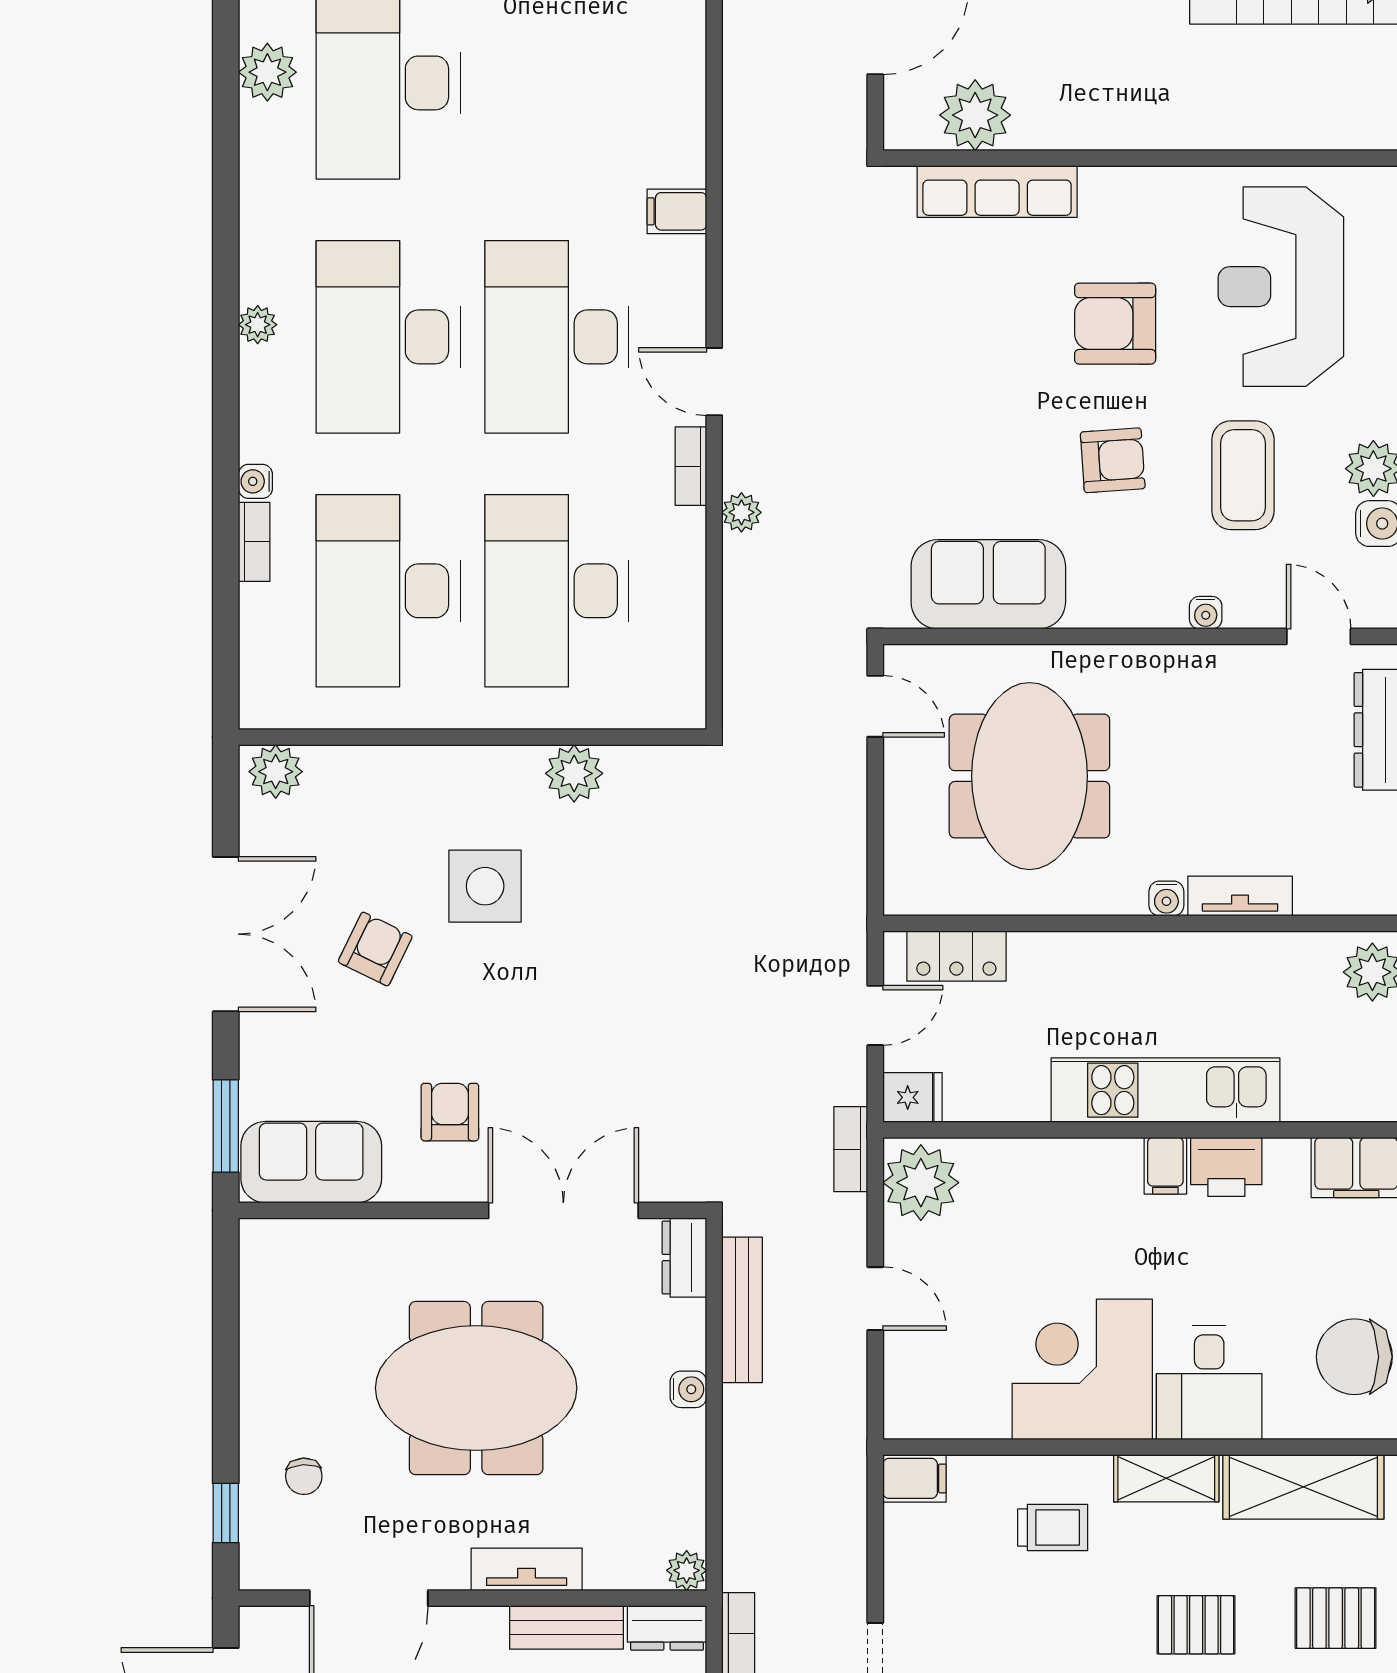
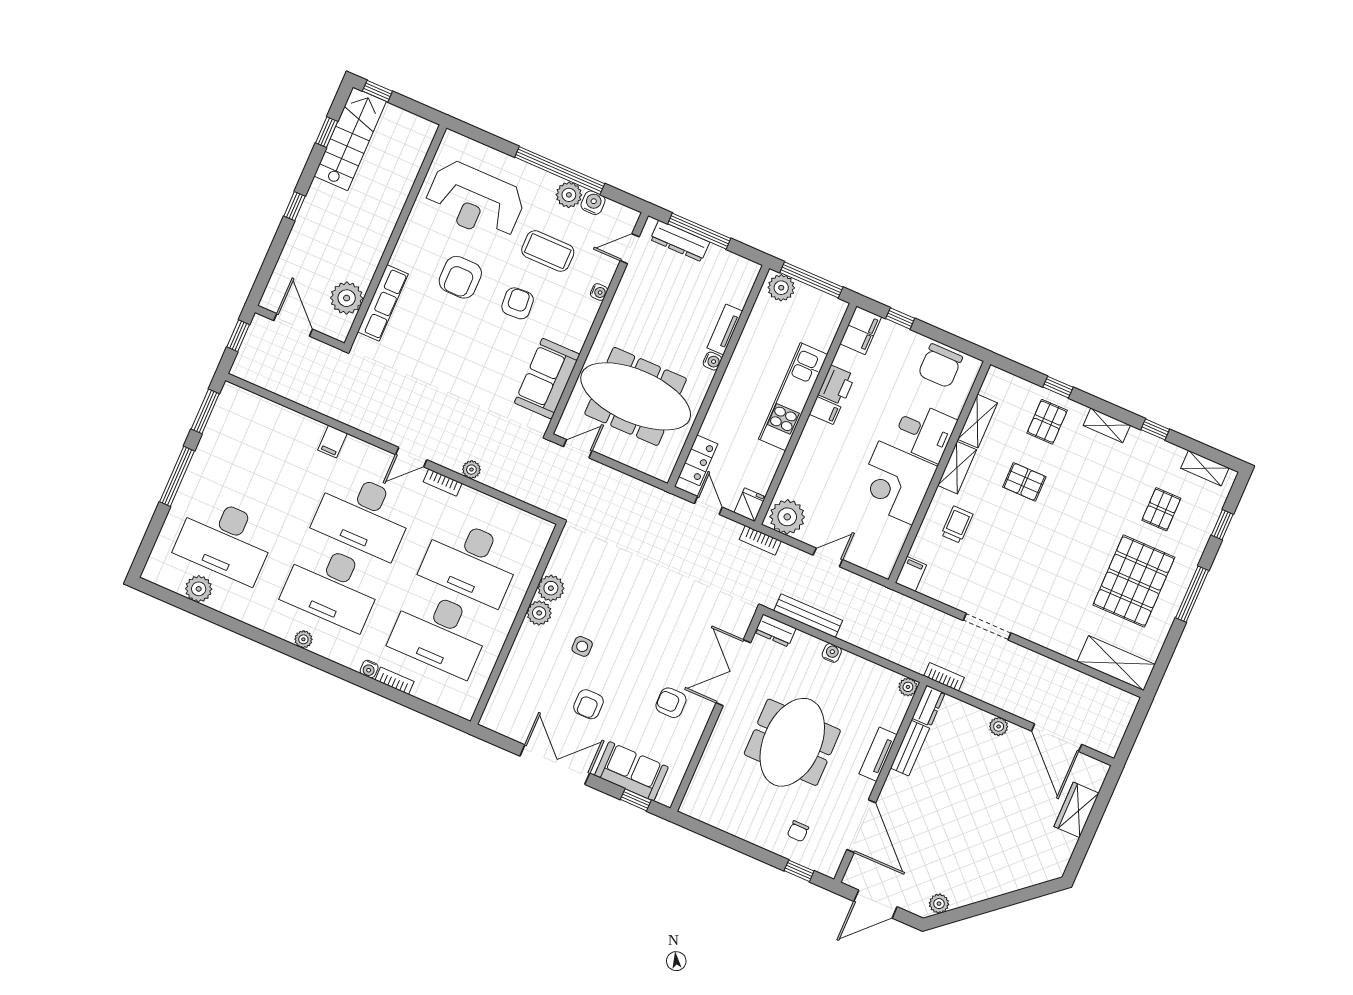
plant: (276, 772) -> (539, 613), moved
meeting table: (1029, 776) -> (636, 396), width x1.36
side table: (485, 886) -> (582, 646), width x0.54, depth x0.54
armchair: (375, 949) -> (588, 704), turned -116
window: (226, 1126) -> (636, 800), width x0.67
sofa: (311, 1162) -> (631, 771), moved, turned 90
chair: (304, 1476) -> (798, 831), turned 94
shelving: (1303, 1487) -> (977, 421), width x0.67, depth x0.75
pallet: (1196, 1625) -> (1024, 482), turned 90

